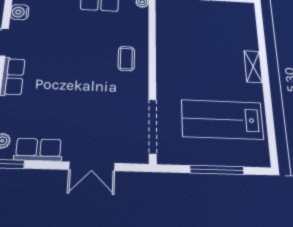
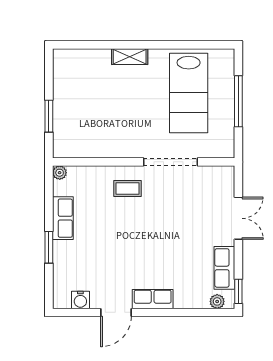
doorway: (153, 126) -> (171, 162), moved

